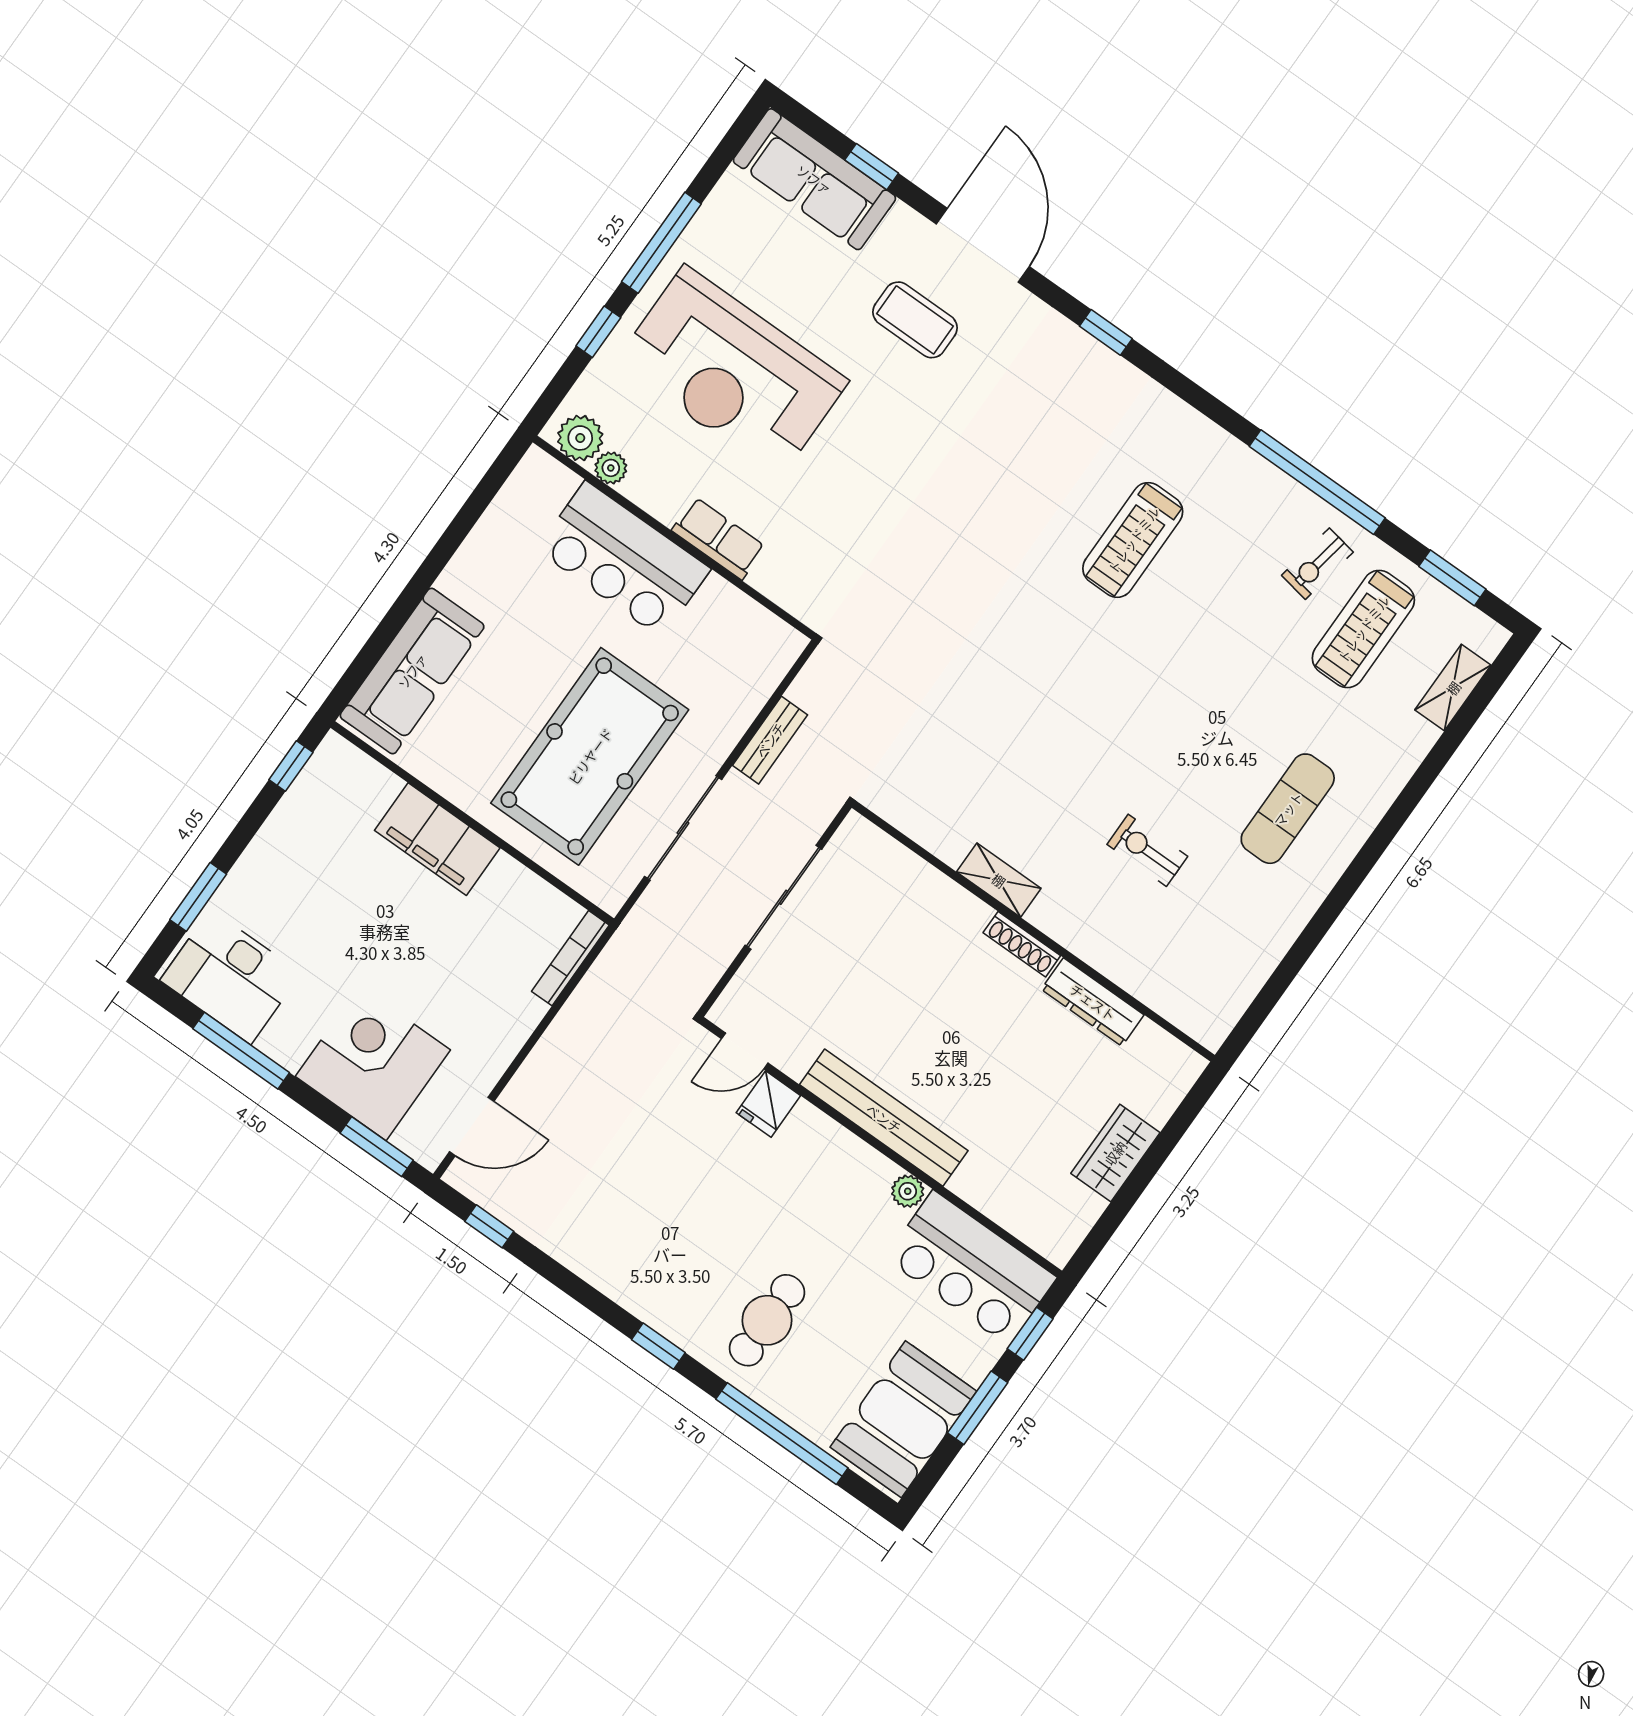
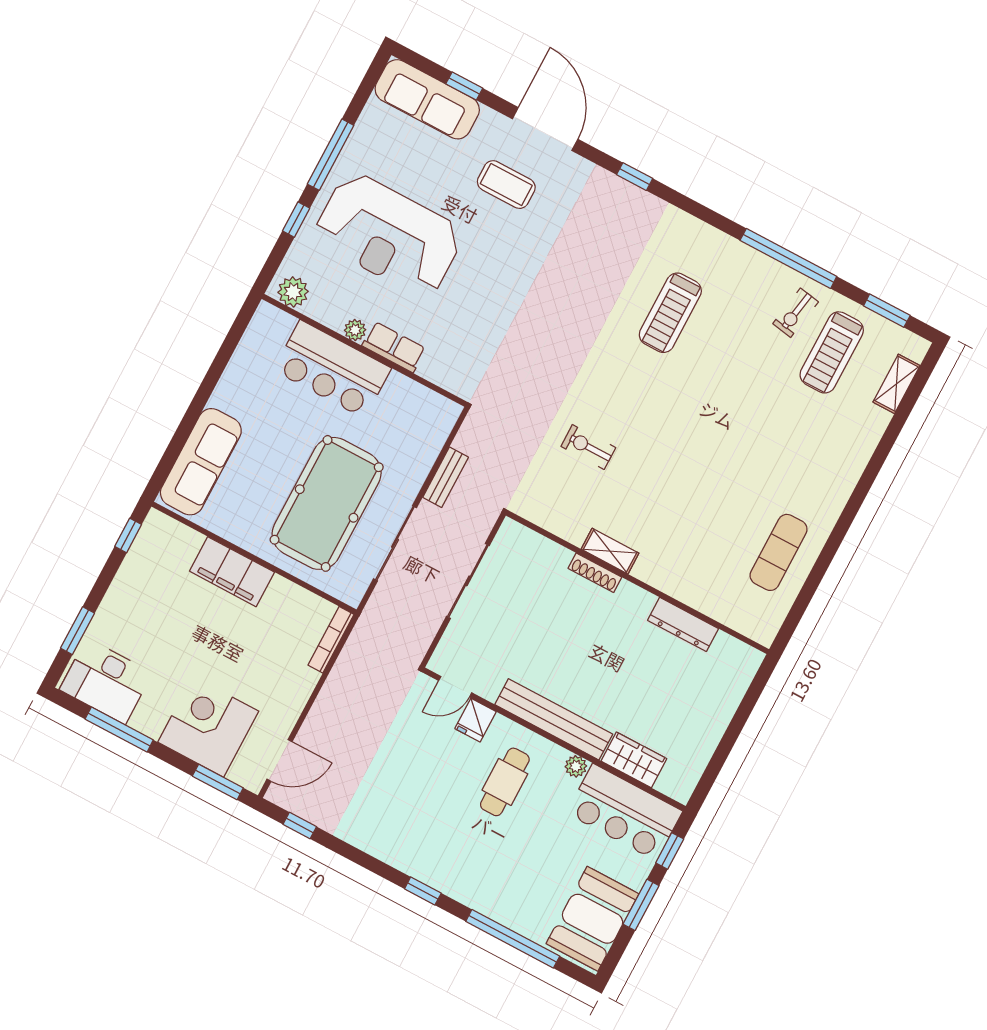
plant: (611, 468) -> (355, 330), moved
exercise mat: (1288, 809) -> (779, 552), moved
exercise bike: (1147, 850) -> (588, 447), moved
shoe rack: (1022, 944) -> (595, 573), moved
wardrobe: (1115, 1153) -> (634, 760), moved, turned 90
cafe table: (767, 1320) -> (505, 782), moved

